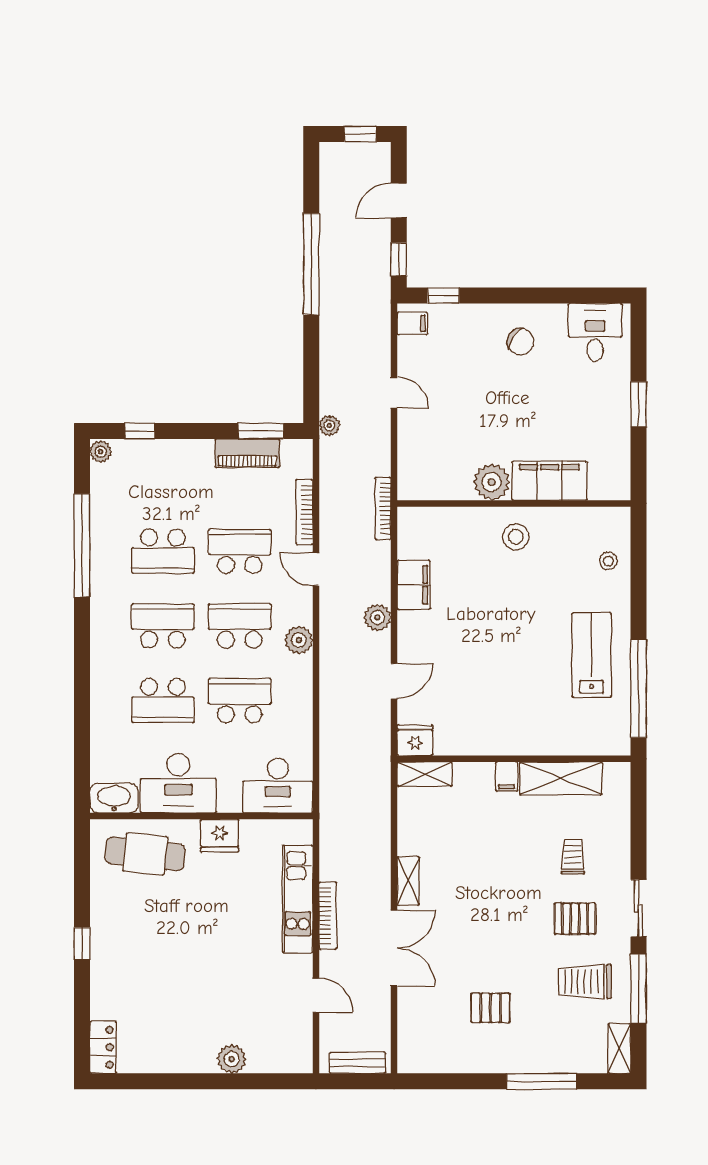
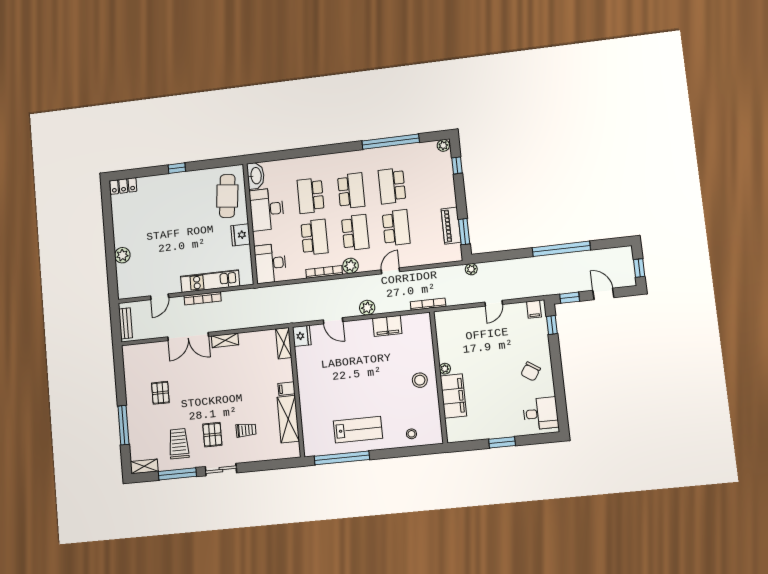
plant: (492, 482) -> (445, 369), width x0.53, depth x0.53
bookcase: (304, 512) -> (324, 272), moved

